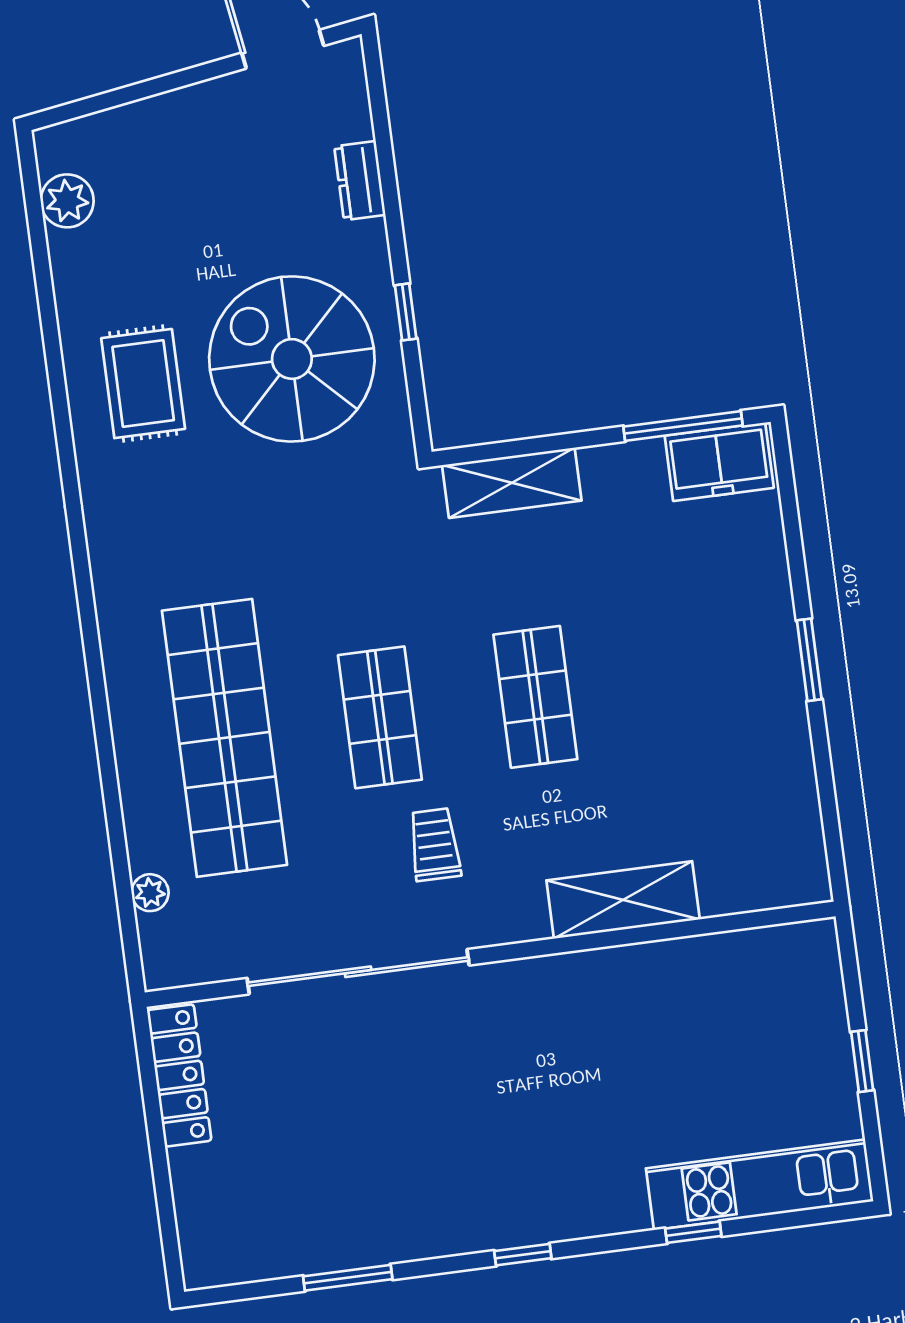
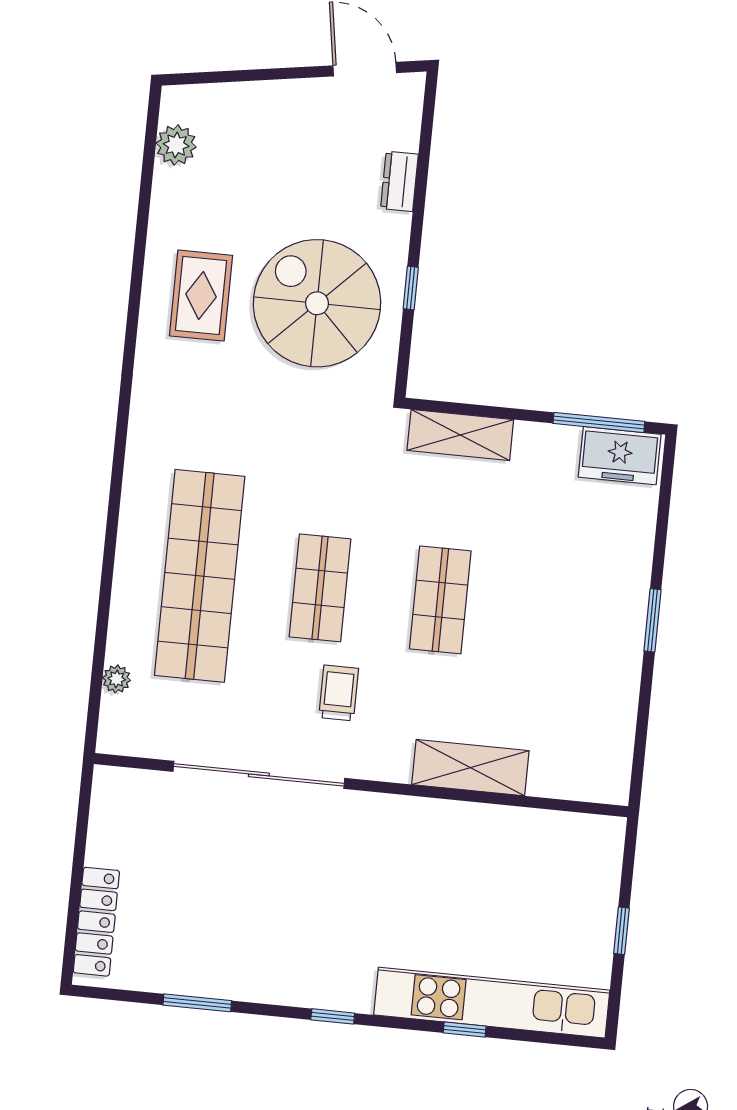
locker: (179, 1075) -> (96, 922), moved
kitchen unit: (760, 1185) -> (492, 1003), width x1.36

